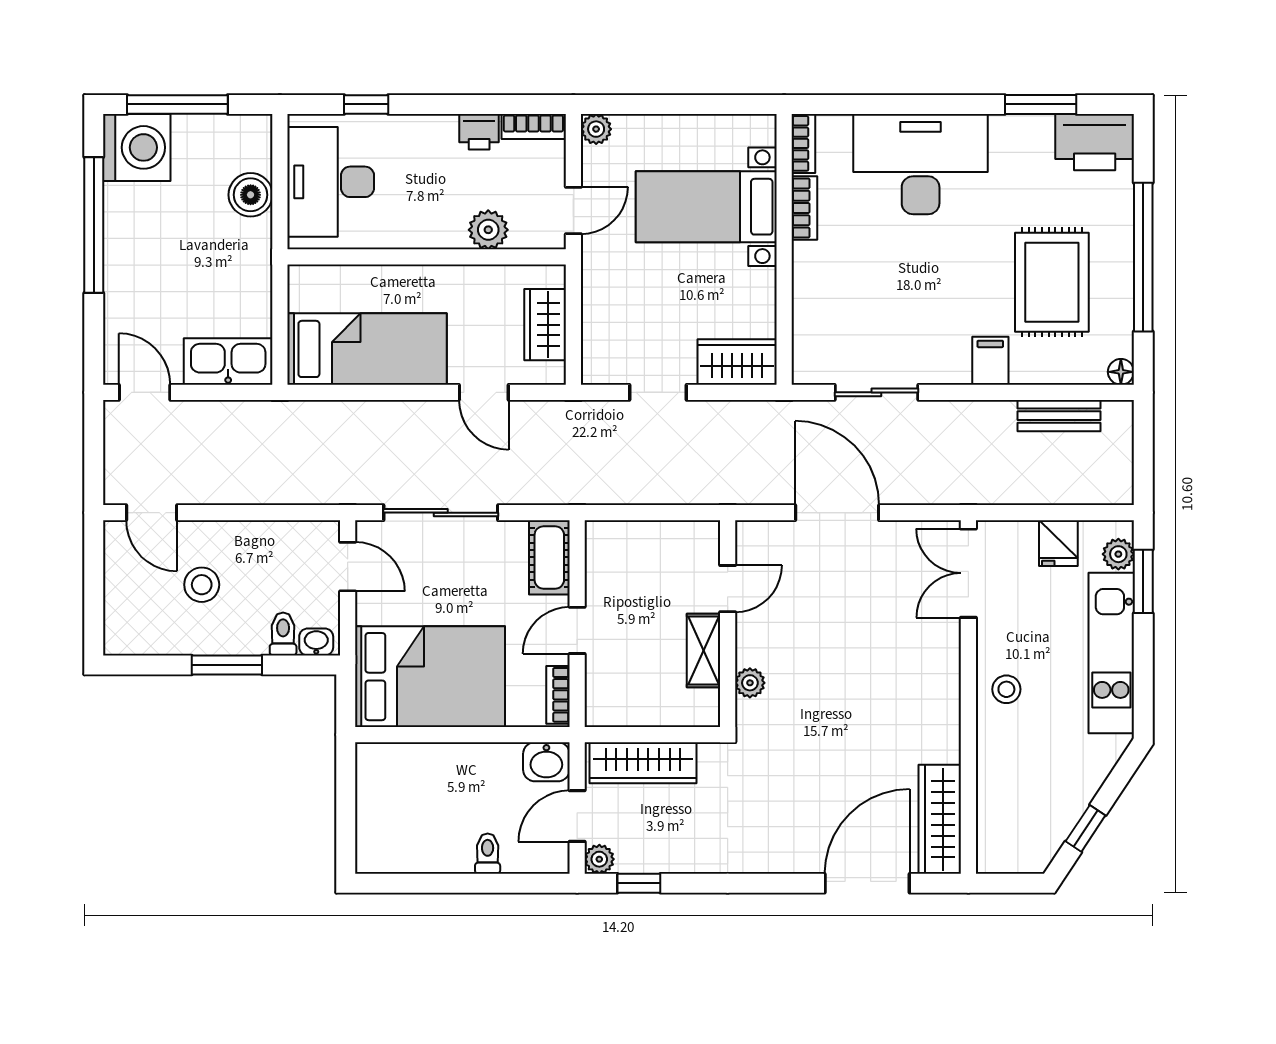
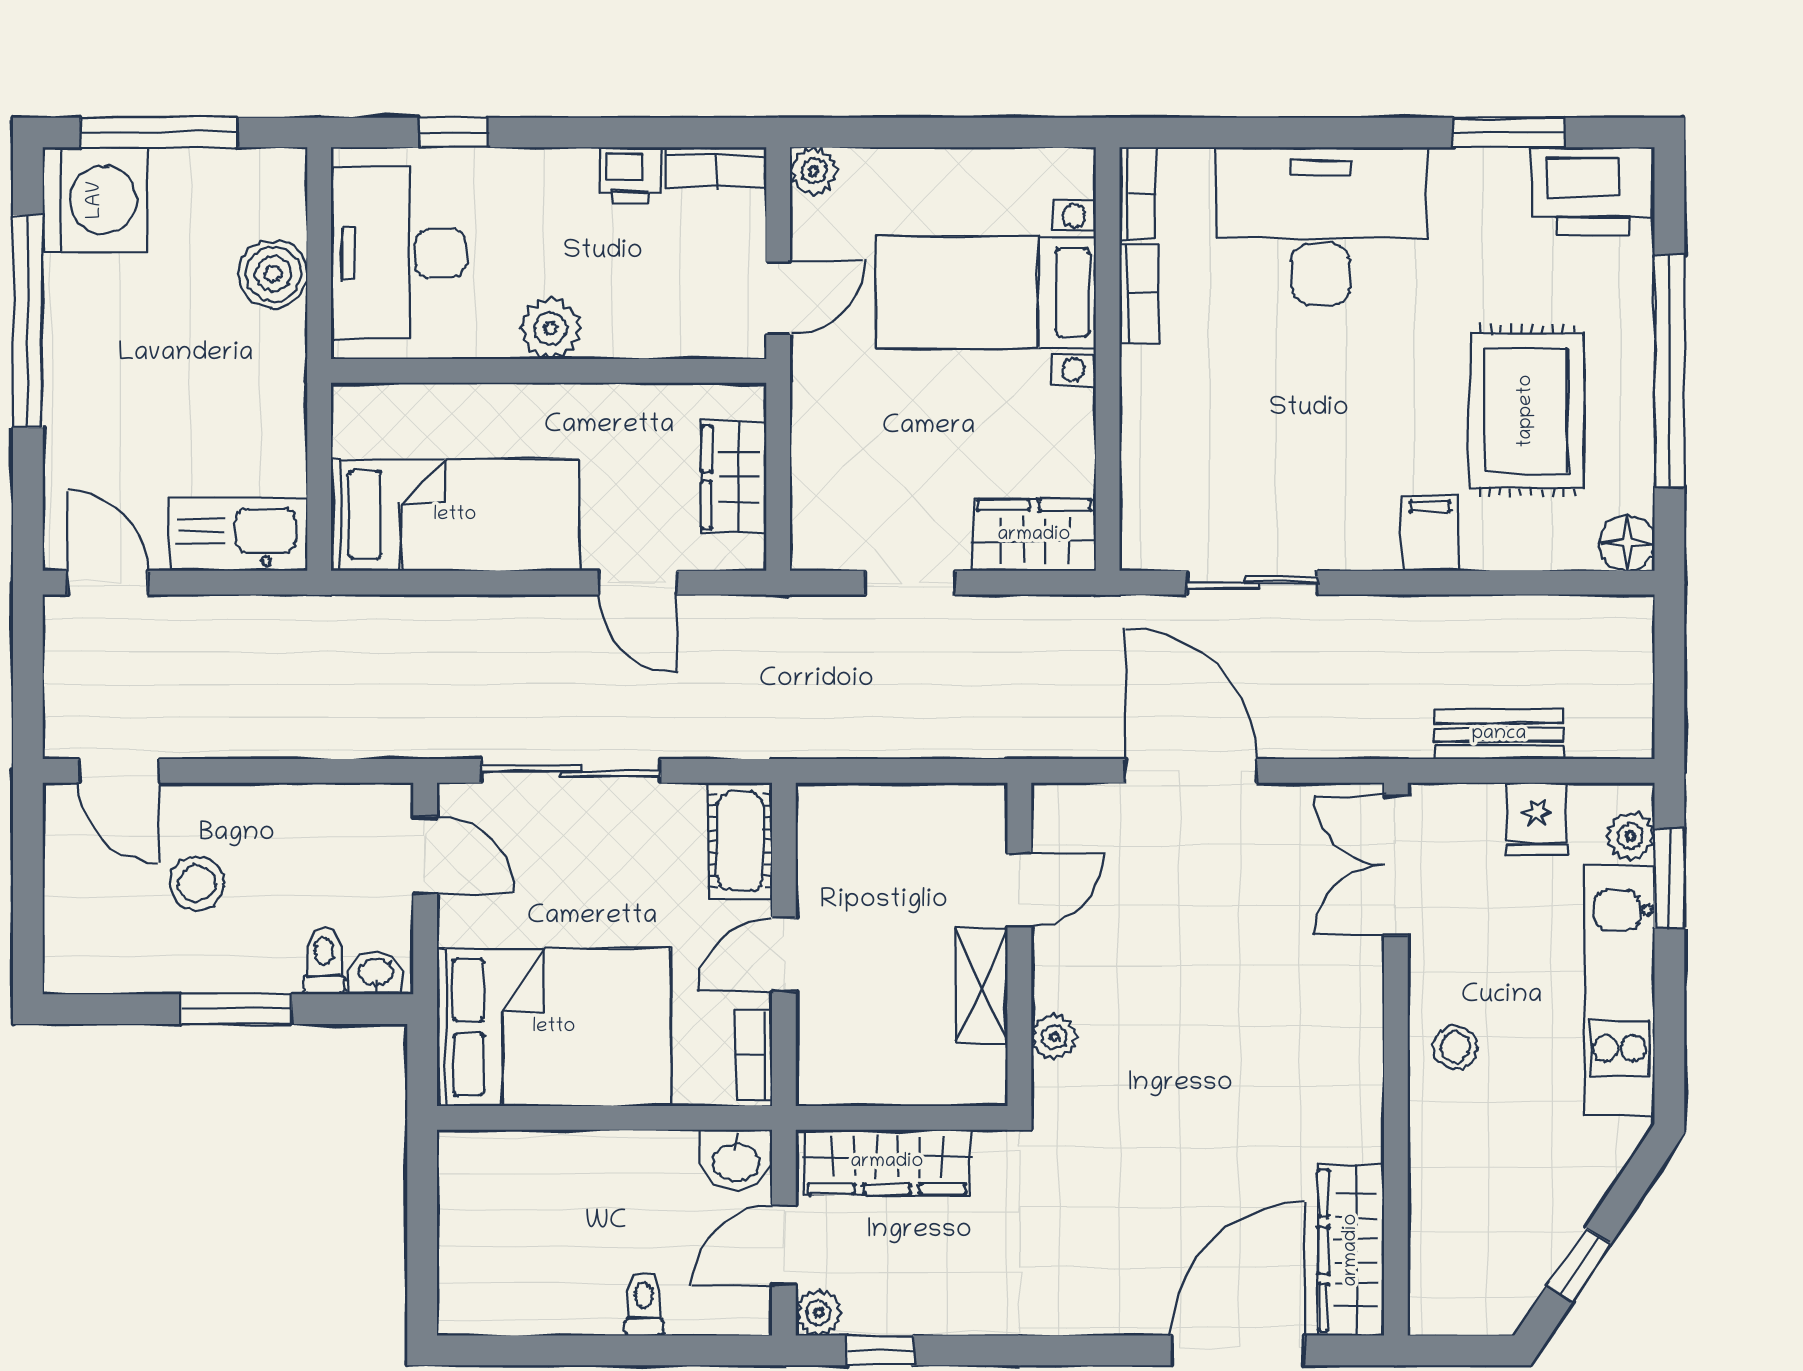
plant: (488, 230) -> (550, 328), moved
floor lamp: (1121, 372) -> (1627, 543), width x1.37, depth x1.37
bench: (1059, 416) -> (1499, 734), moved

